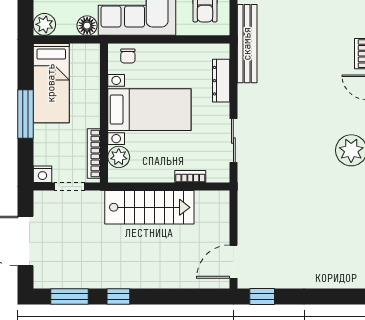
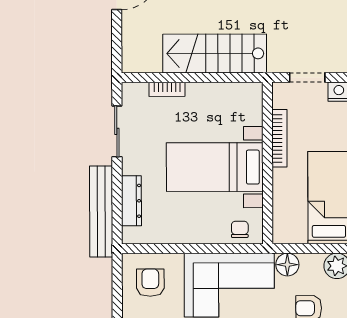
bench: (247, 44) -> (101, 212), moved
bookcase: (94, 154) -> (279, 138), moved
plant: (119, 157) -> (250, 112), removed

